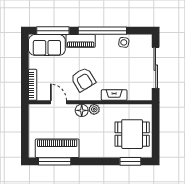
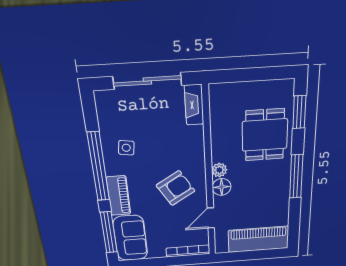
side table: (124, 42) -> (126, 148), moved
fireplace: (114, 95) -> (194, 105), moved
dining table: (132, 134) -> (265, 135), moved
piano: (57, 148) -> (258, 239), moved, turned 90
window: (55, 161) -> (296, 177), moved

